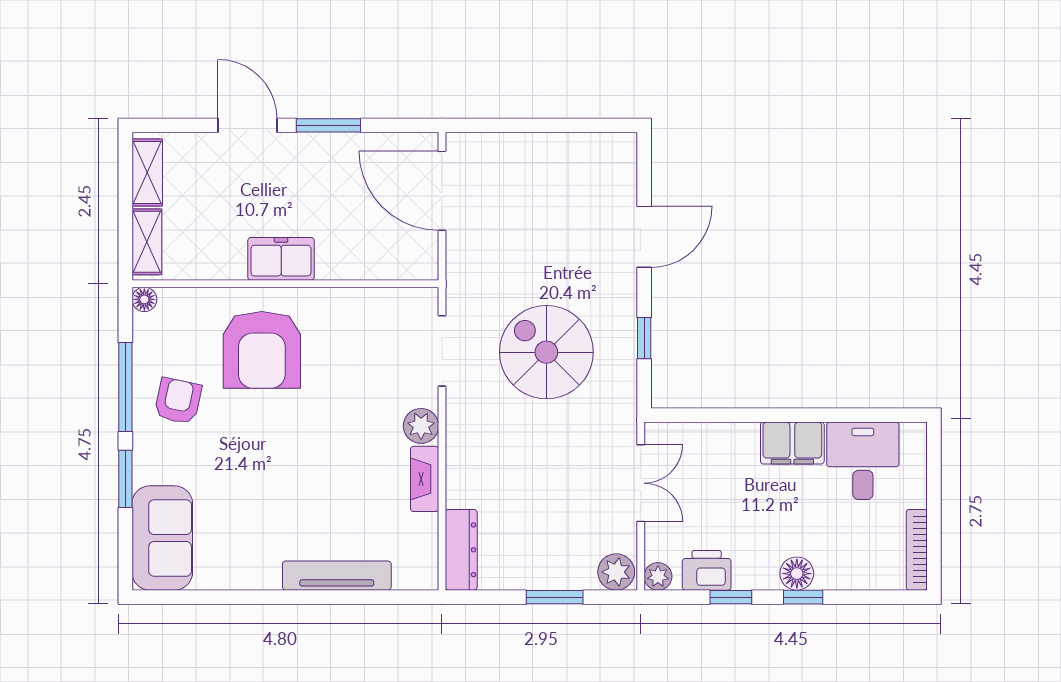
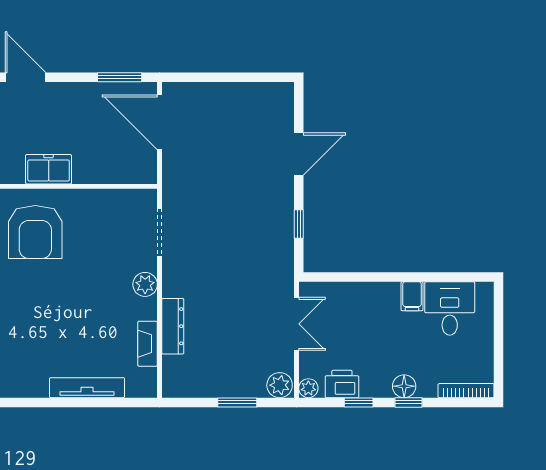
window: (328, 125) -> (120, 77), moved
spiral stairs: (546, 352) -> (231, 234), removed
filing cabinet: (792, 443) -> (412, 296), width x0.50
fireplace: (425, 479) -> (148, 344), moved
dresser: (461, 550) -> (173, 326), moved
bookcase: (917, 550) -> (466, 391), moved, turned 90

